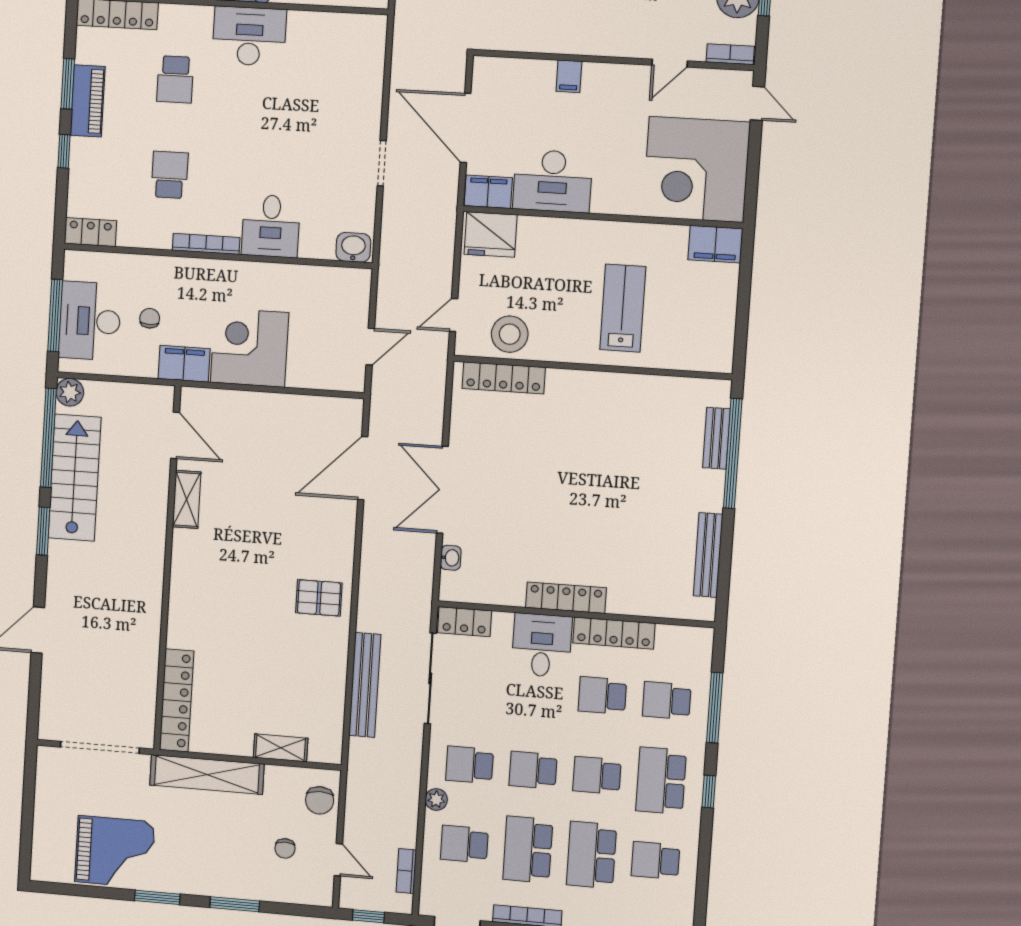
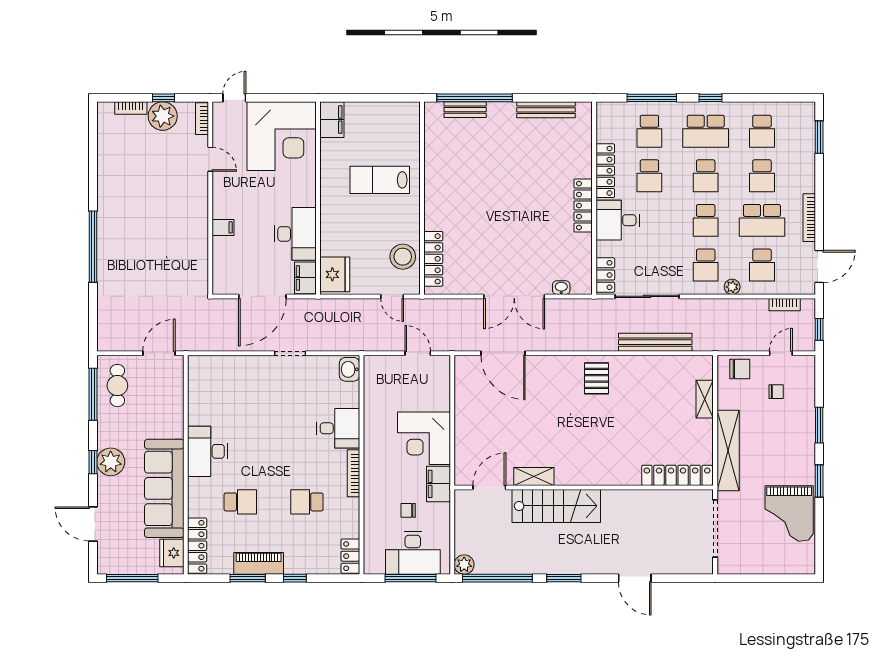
stairs: (74, 478) -> (556, 506), moved, turned 180
grand piano: (115, 852) -> (789, 514), turned 180
school desk: (592, 855) -> (762, 176), width x0.54

